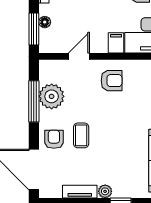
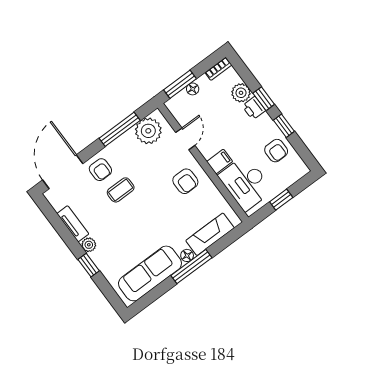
door: (79, 56) -> (185, 139), hinge flipped
plant: (52, 96) -> (148, 131), moved
armchair: (54, 139) -> (100, 170), turned 90

